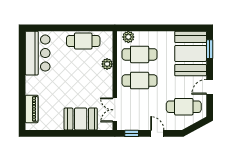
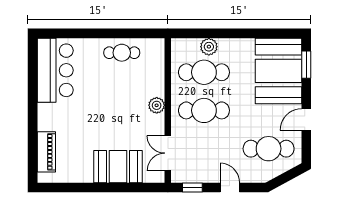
plant: (128, 37) -> (209, 47), moved
cafe table: (83, 41) -> (122, 53), width x0.73, depth x0.74
plant: (107, 64) -> (157, 105), moved

